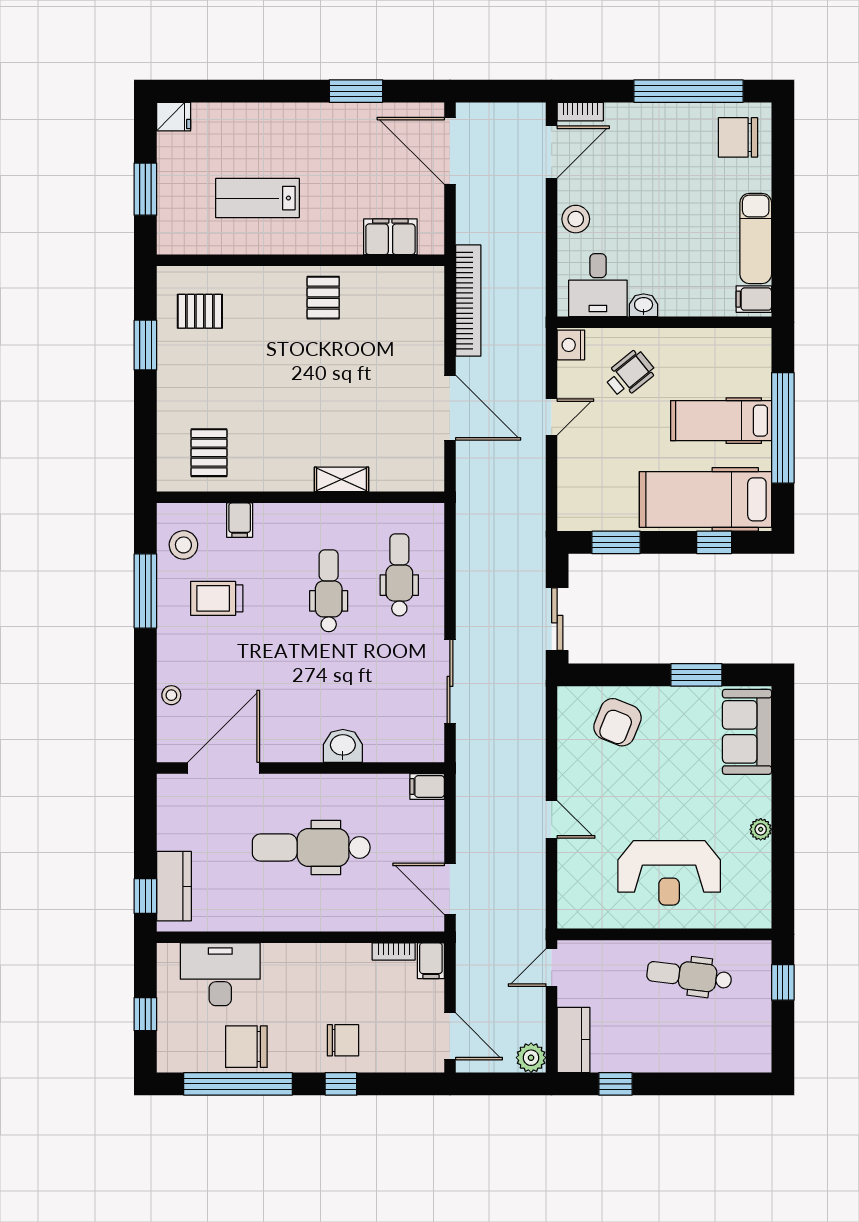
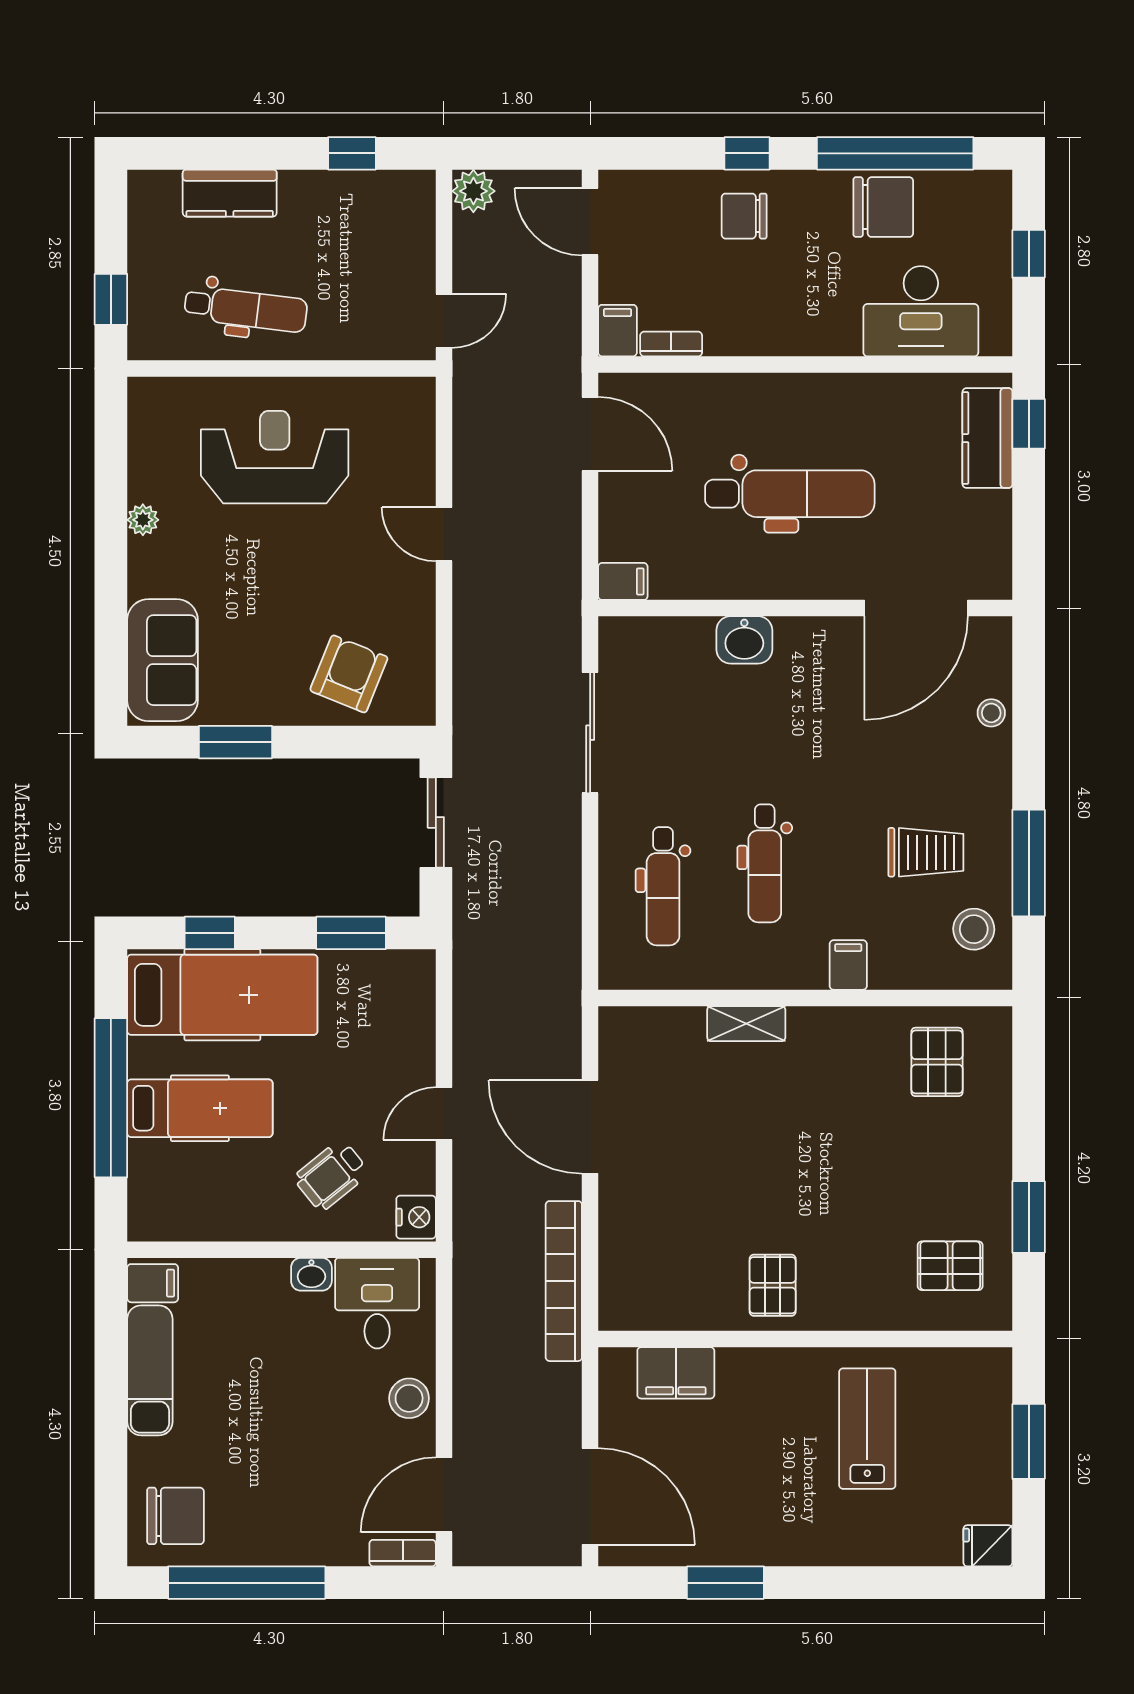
lab bench: (257, 198) -> (867, 1429), turned -90
filing cabinet: (240, 520) -> (848, 965), moved
kitchen counter: (573, 1040) -> (230, 193), moved, turned -90

